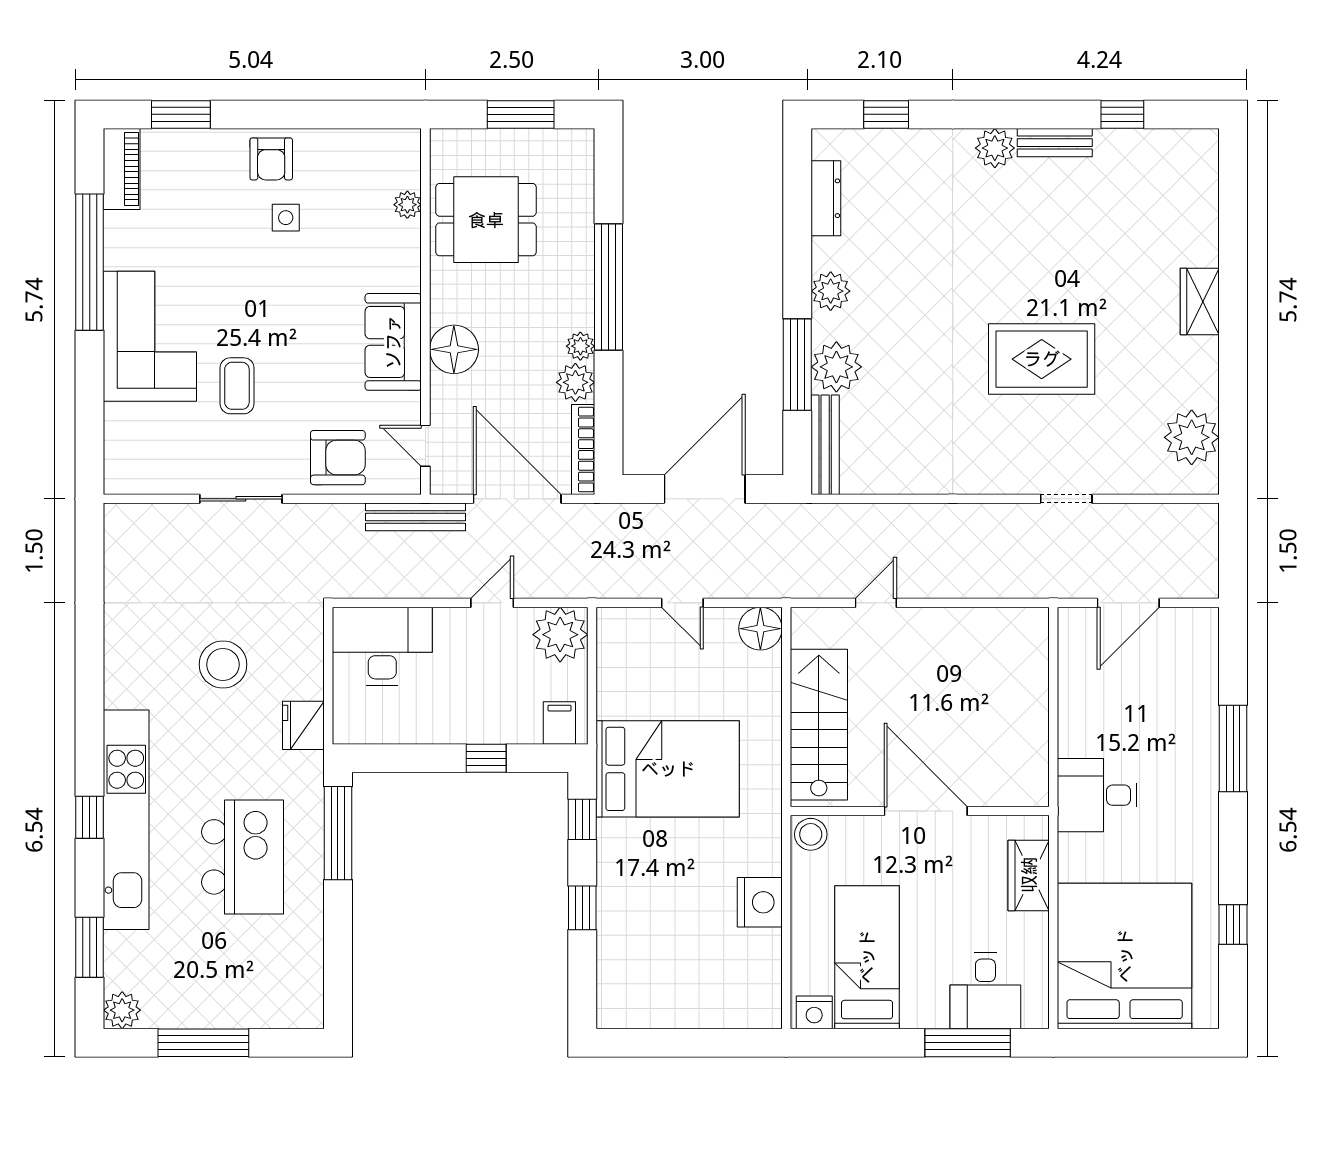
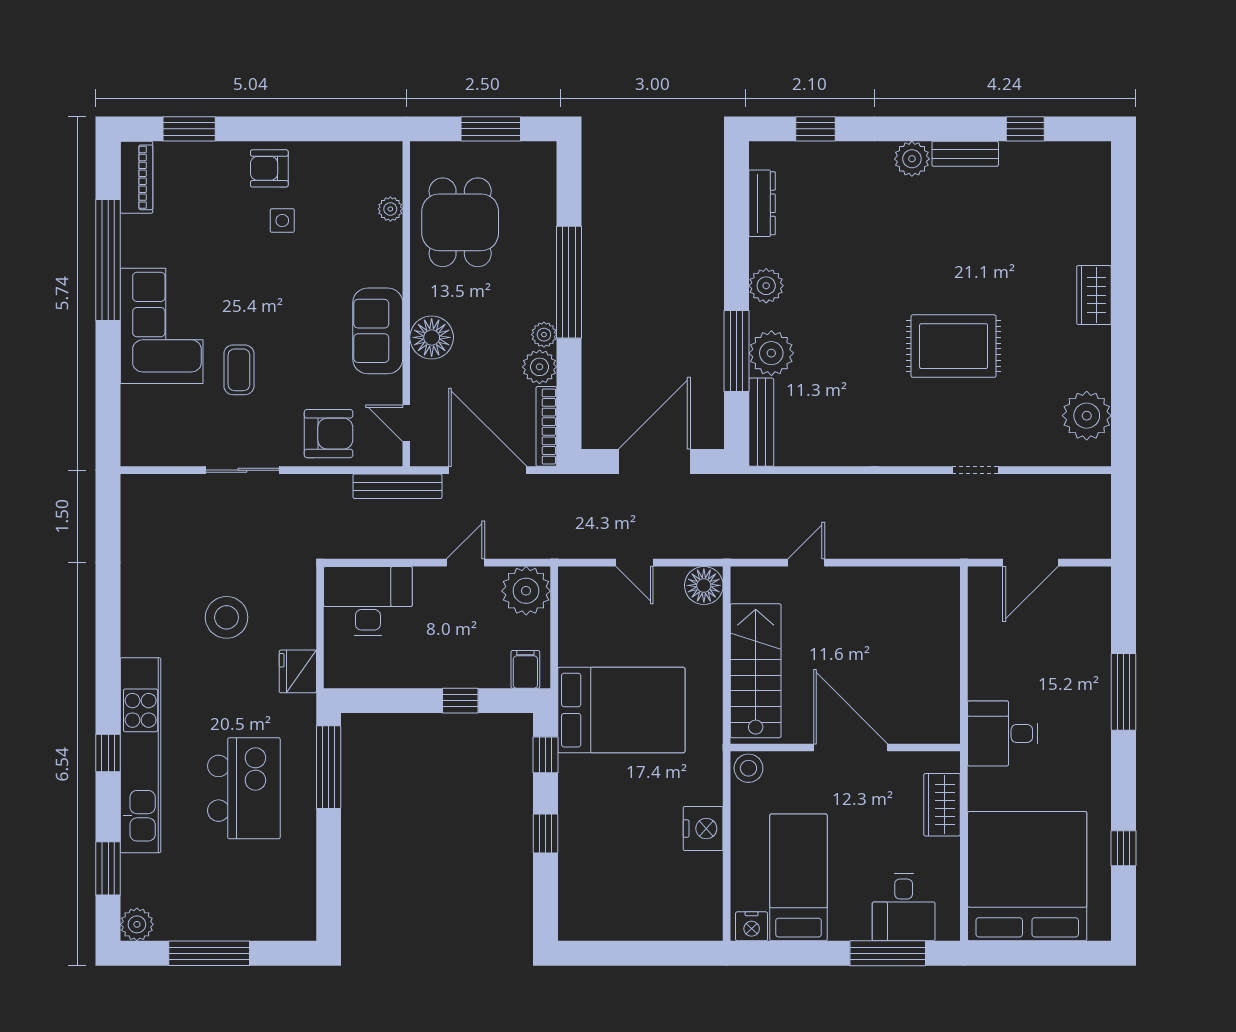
armchair: (271, 159) -> (269, 168), turned 90
dining table: (486, 220) -> (460, 222), turned 90

